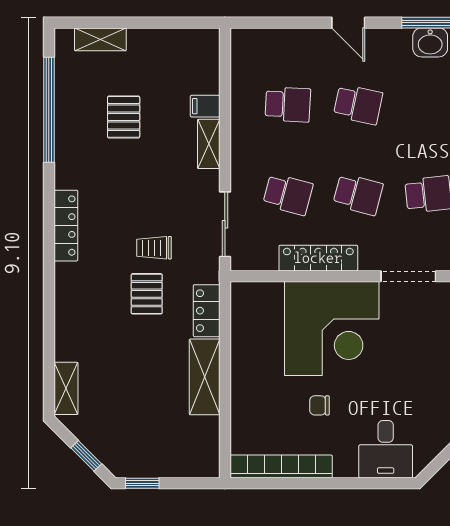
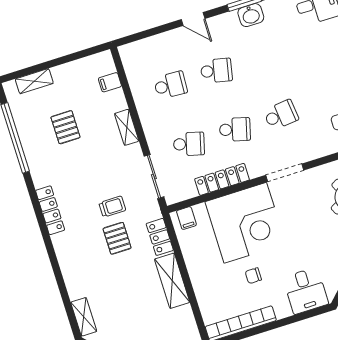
filing cabinet: (205, 106) -> (110, 82), moved
trolley: (154, 248) -> (112, 207), turned 180
filing cabinet: (252, 296) -> (186, 218), added

